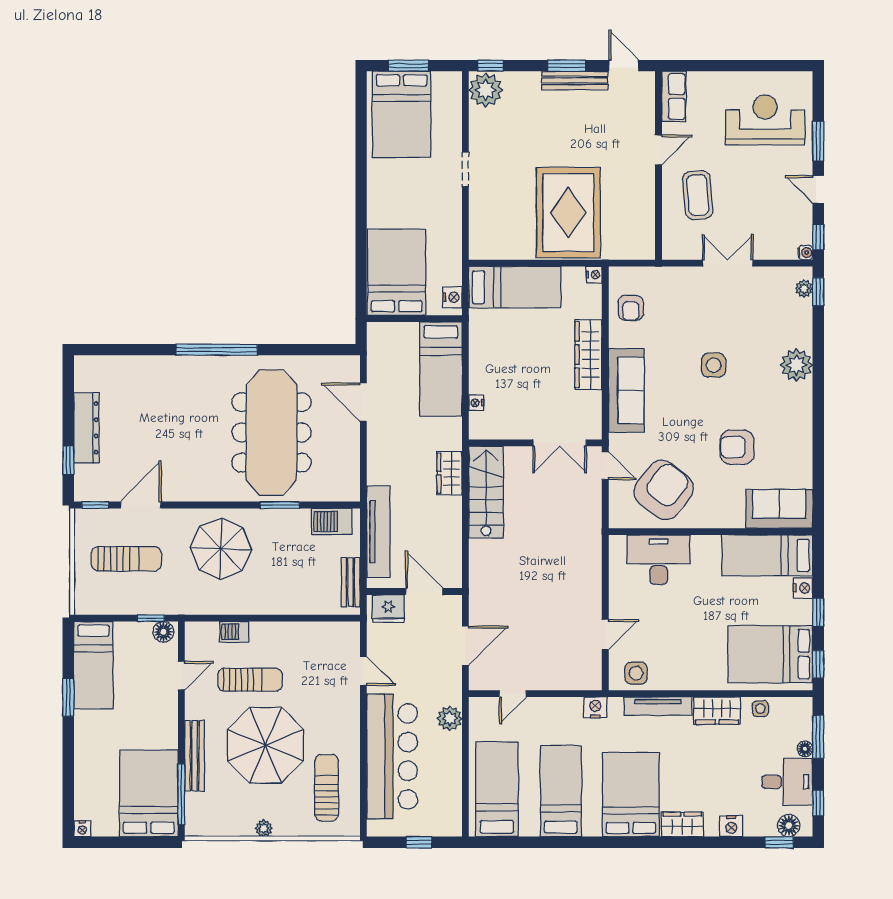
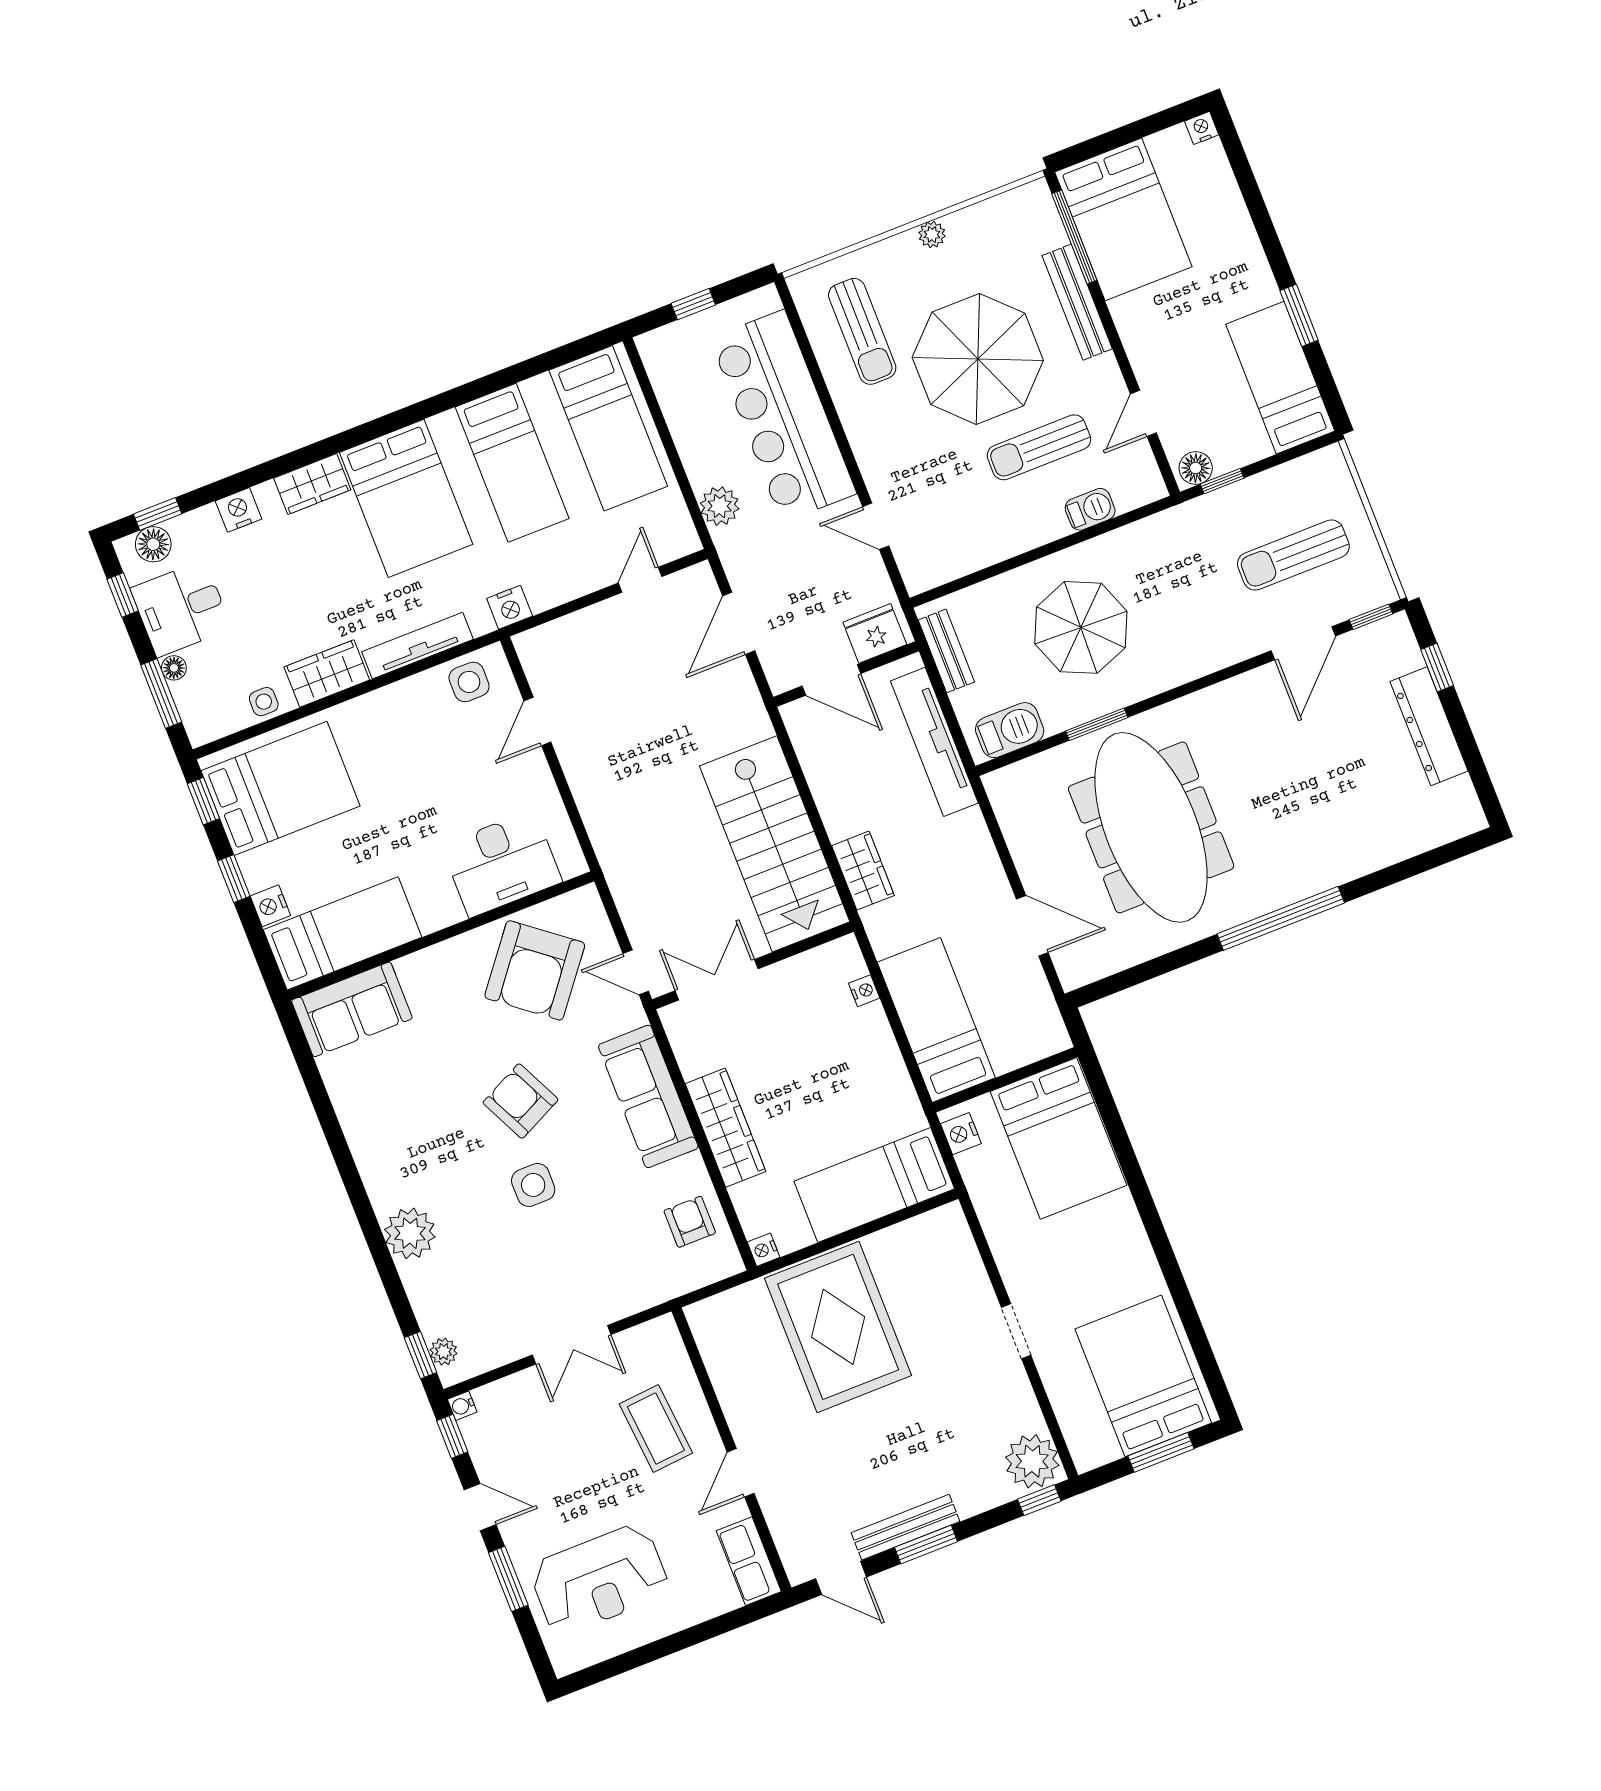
armchair: (737, 447) -> (520, 1101), moved, turned -116
stairs: (486, 492) -> (775, 844), width x1.36, depth x1.51
parasol: (221, 549) -> (1081, 627), moved

